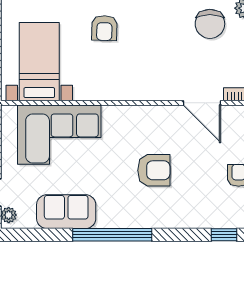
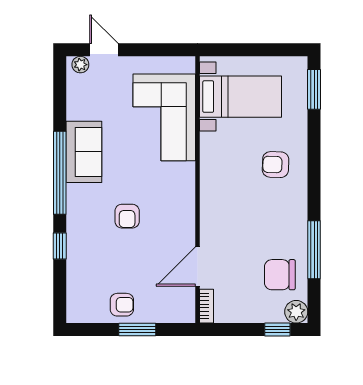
armchair: (154, 170) -> (127, 216), width x0.72, depth x0.72
sofa: (66, 212) -> (84, 152), moved
window: (224, 235) -> (60, 246), moved

